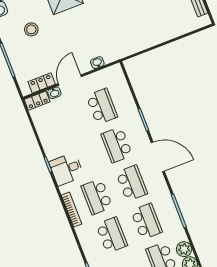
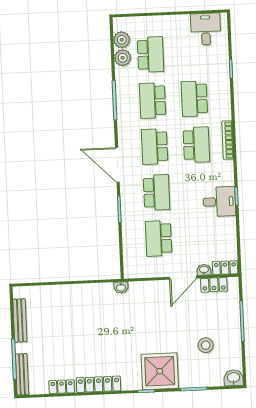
washbasin: (97, 63) -> (121, 287), moved
desk: (66, 169) -> (219, 202), moved

